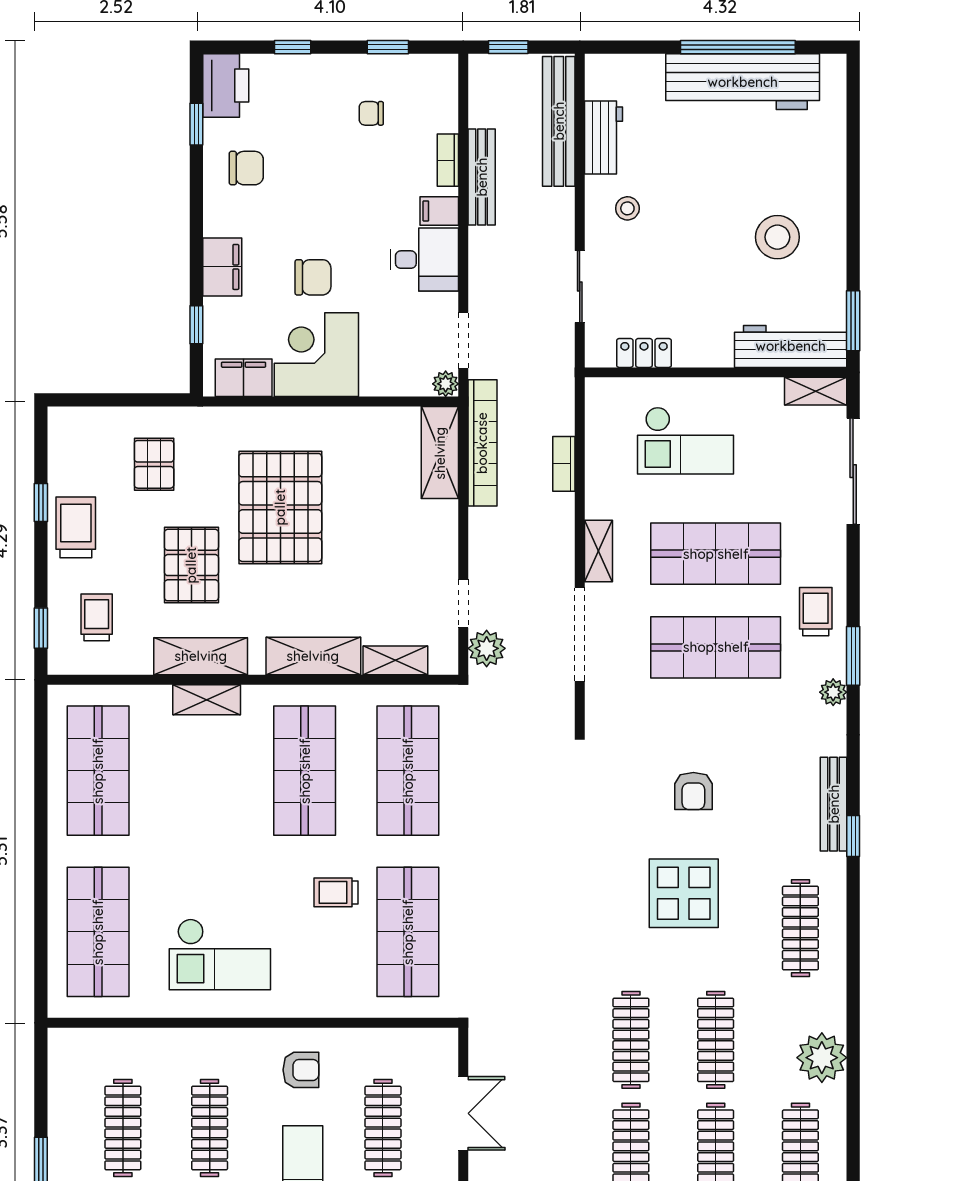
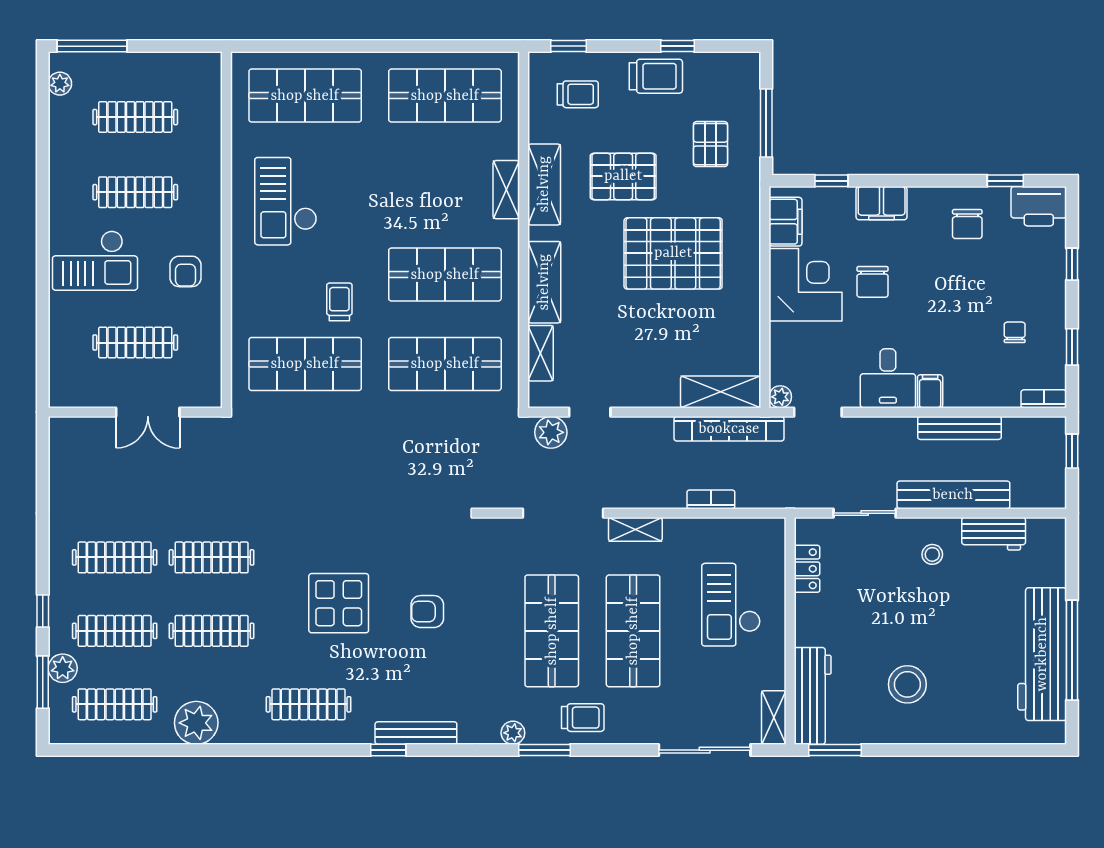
bench: (559, 121) -> (953, 495), moved
bookcase: (448, 160) -> (1044, 399), moved
window: (130, 400) -> (766, 123), added
pallet: (154, 464) -> (710, 144), turned 90

